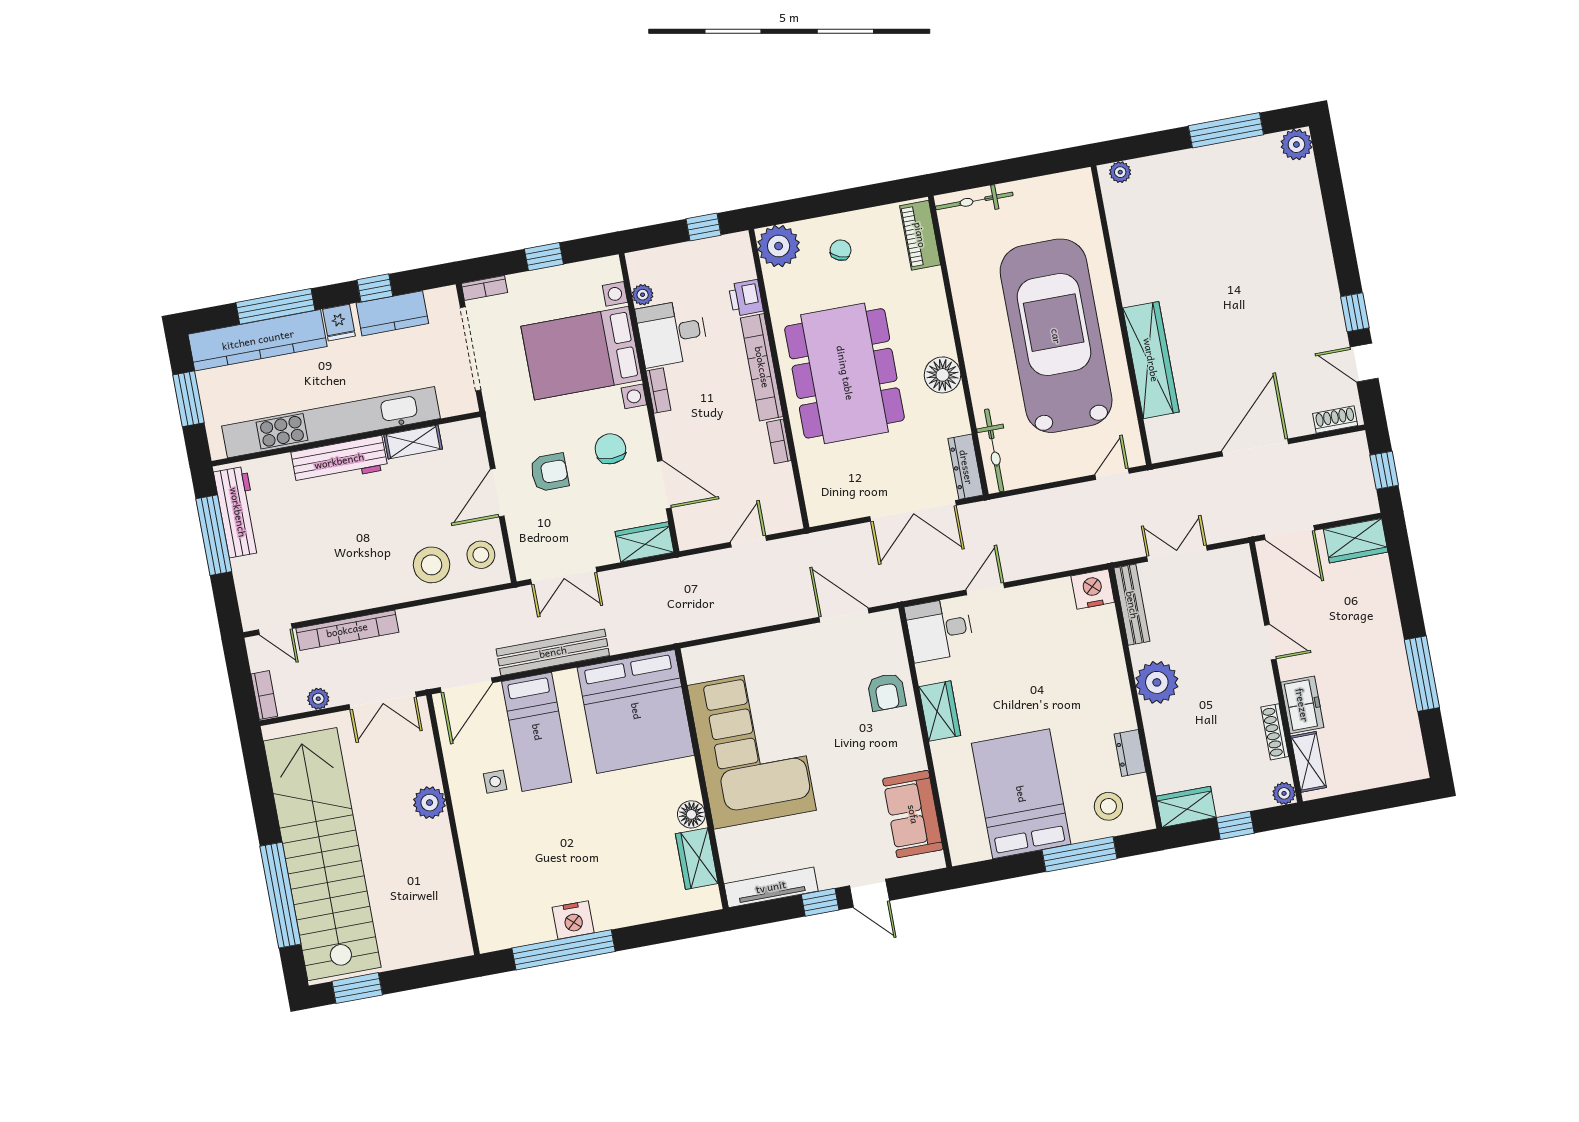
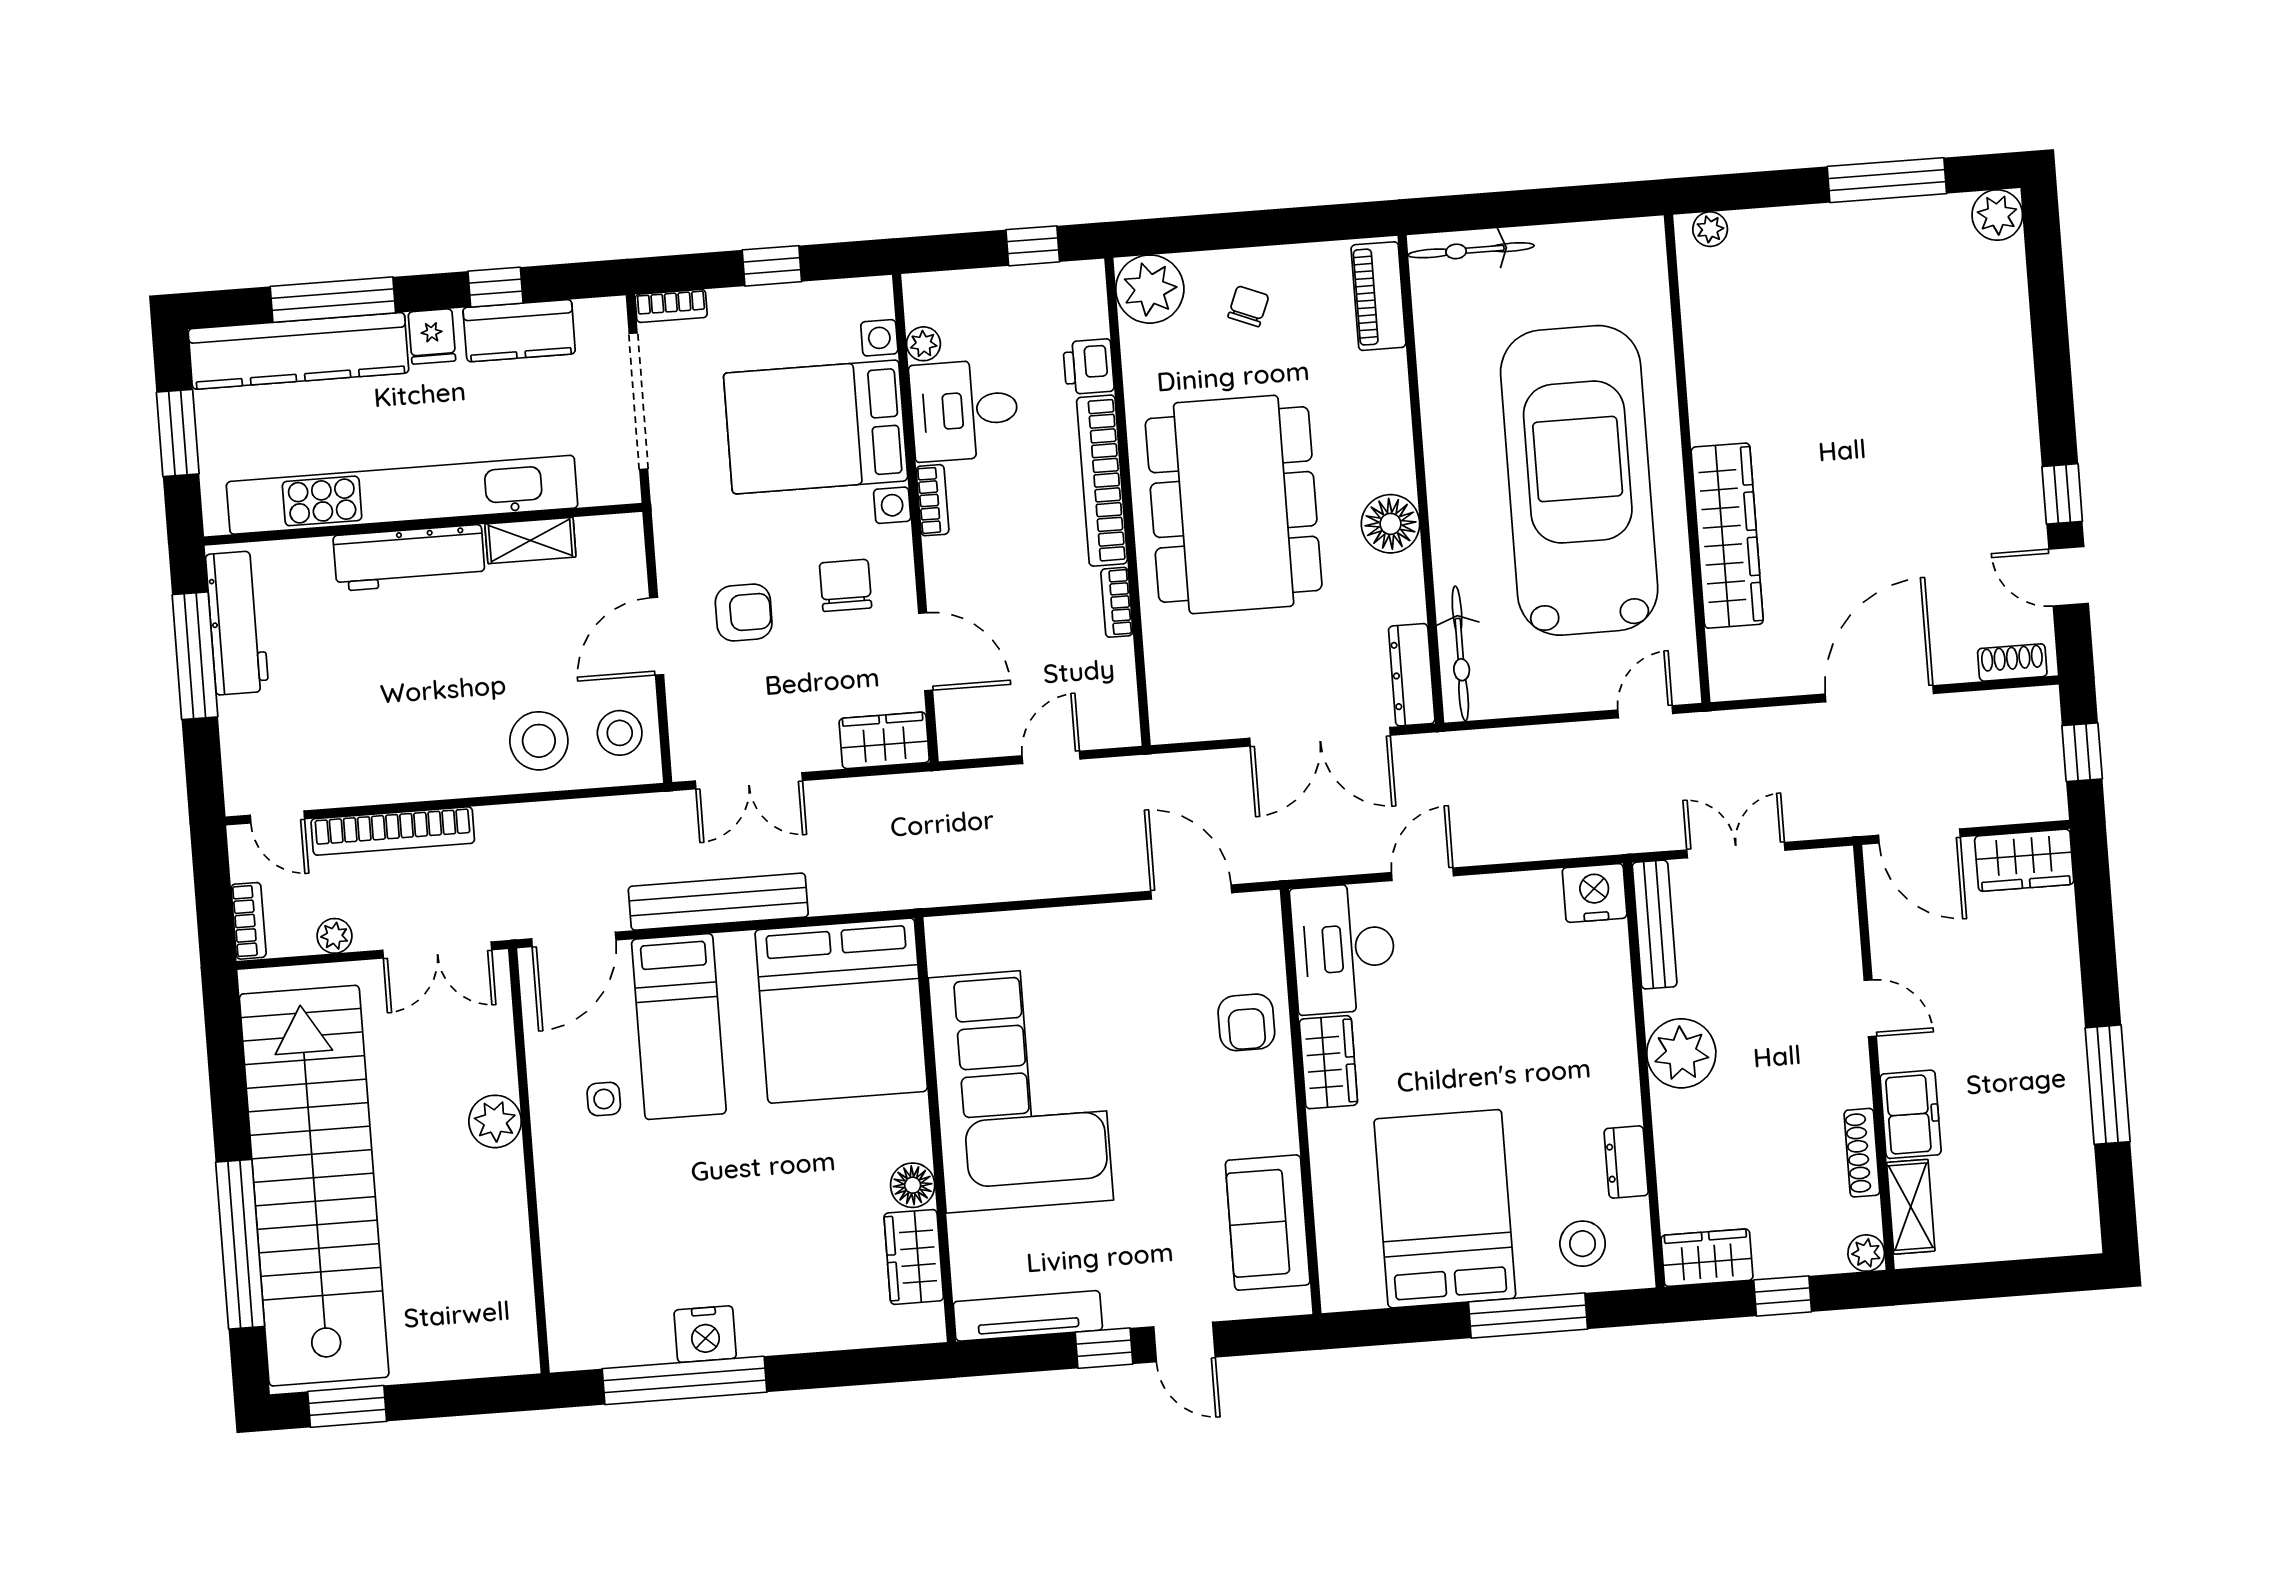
desk: (940, 629) -> (1344, 949), width x1.37

